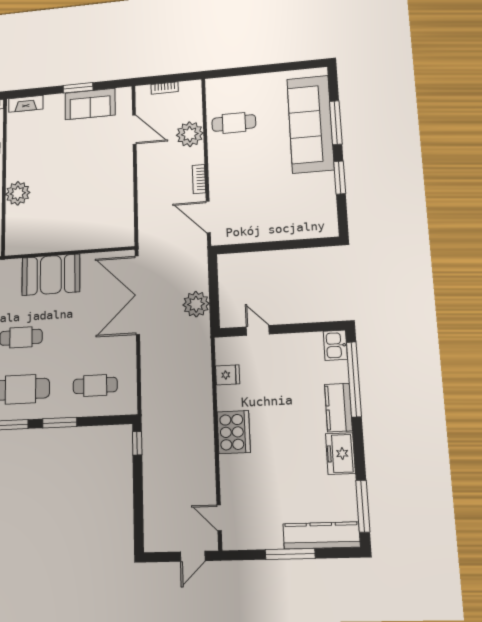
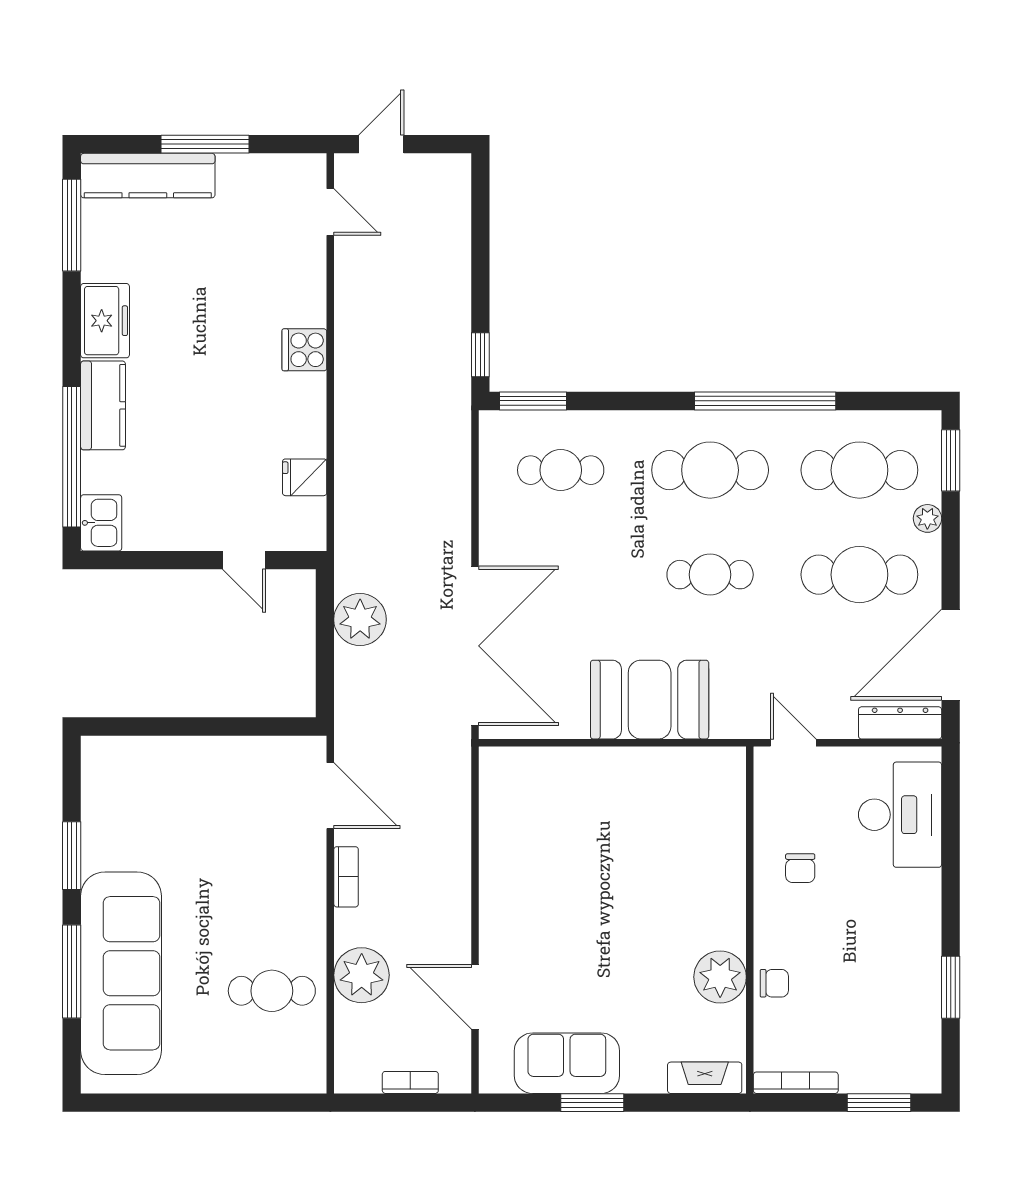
plant: (18, 193) -> (720, 977), moved
window: (60, 423) -> (533, 401), moved
cooker: (234, 432) -> (304, 350), width x0.53, depth x0.76

